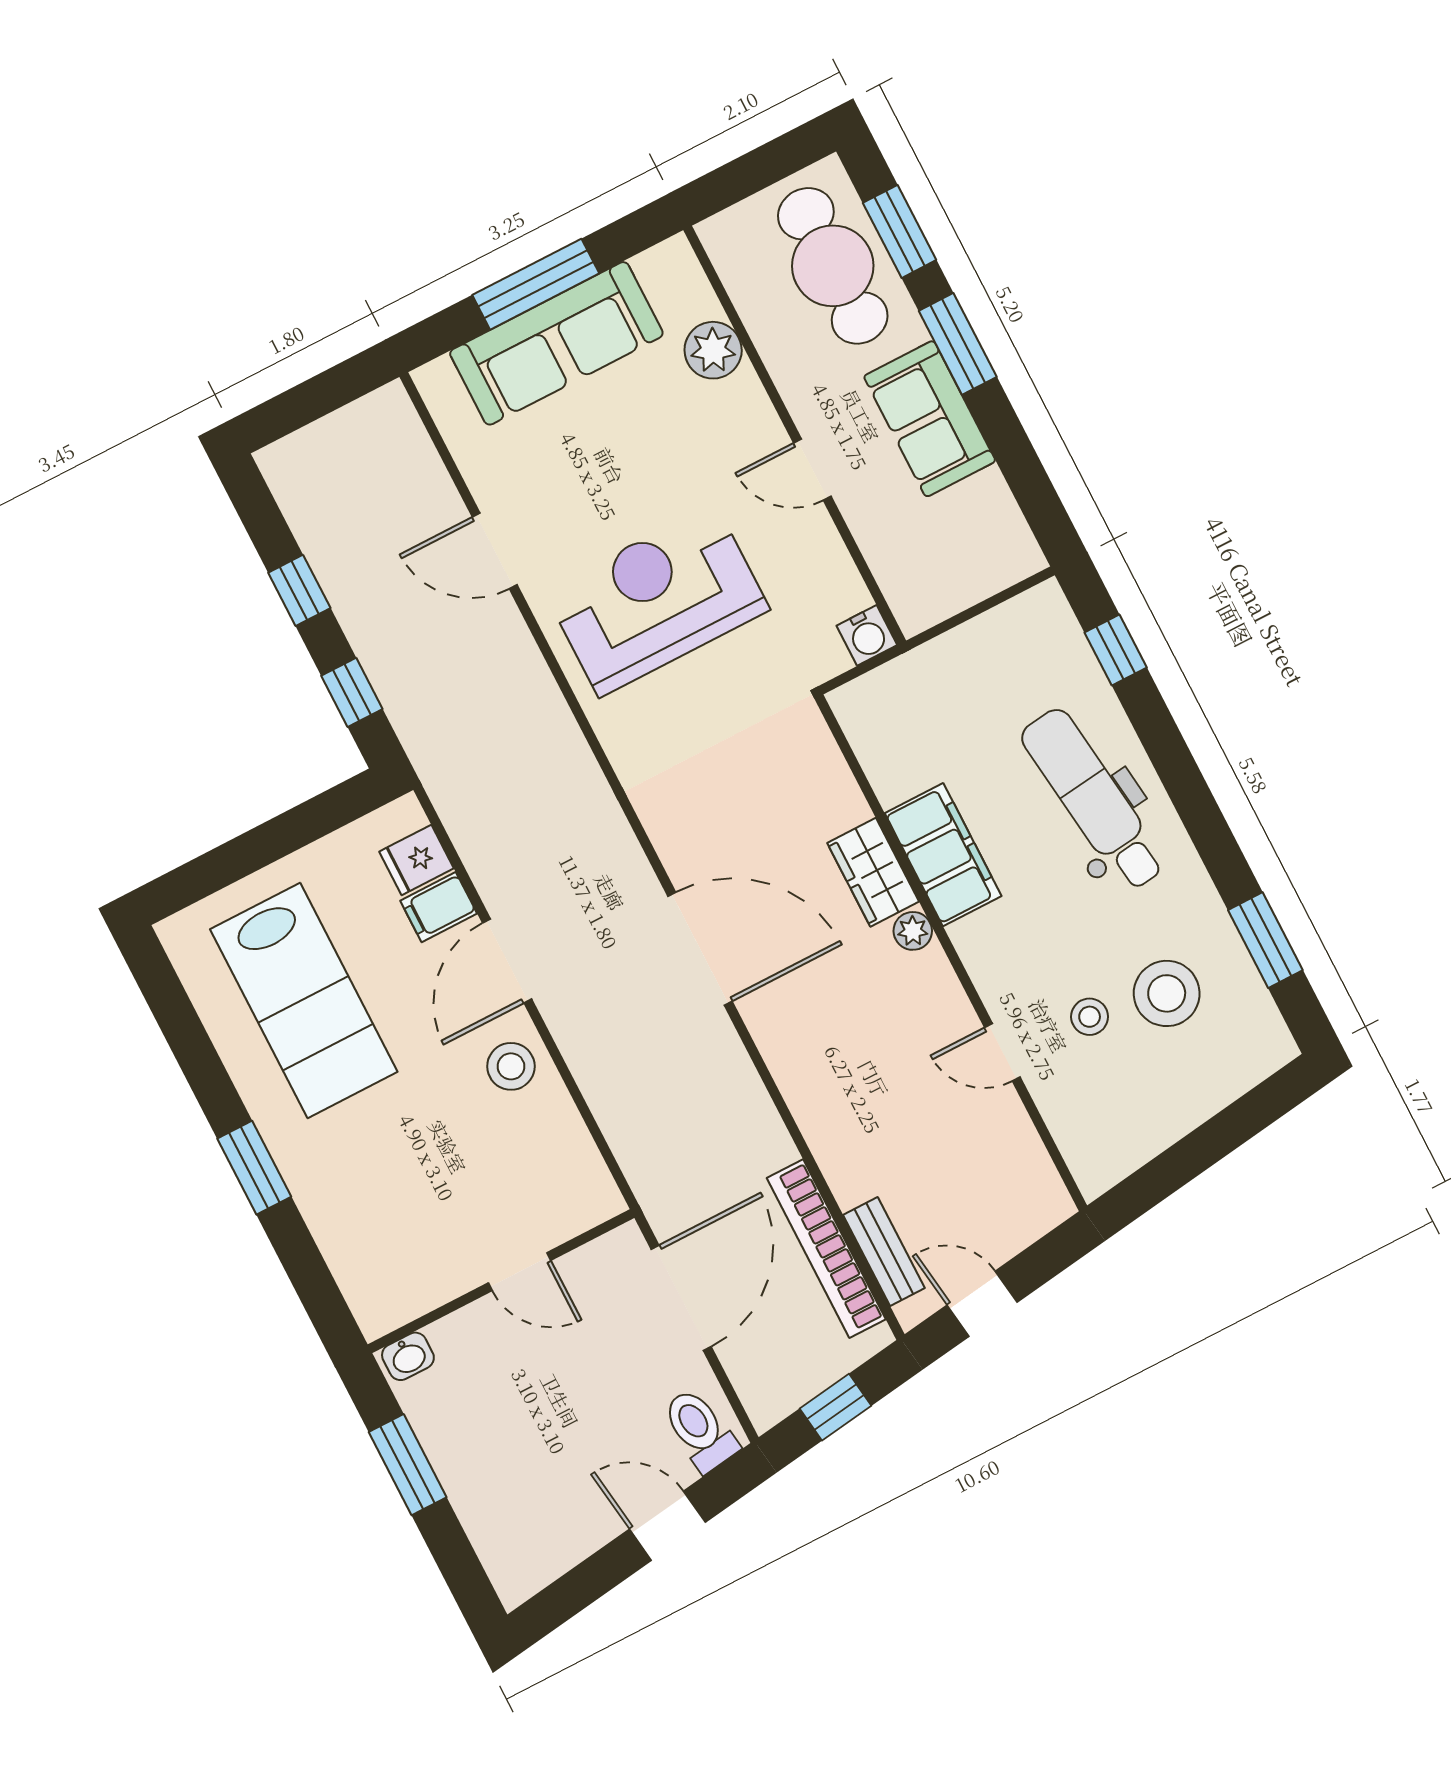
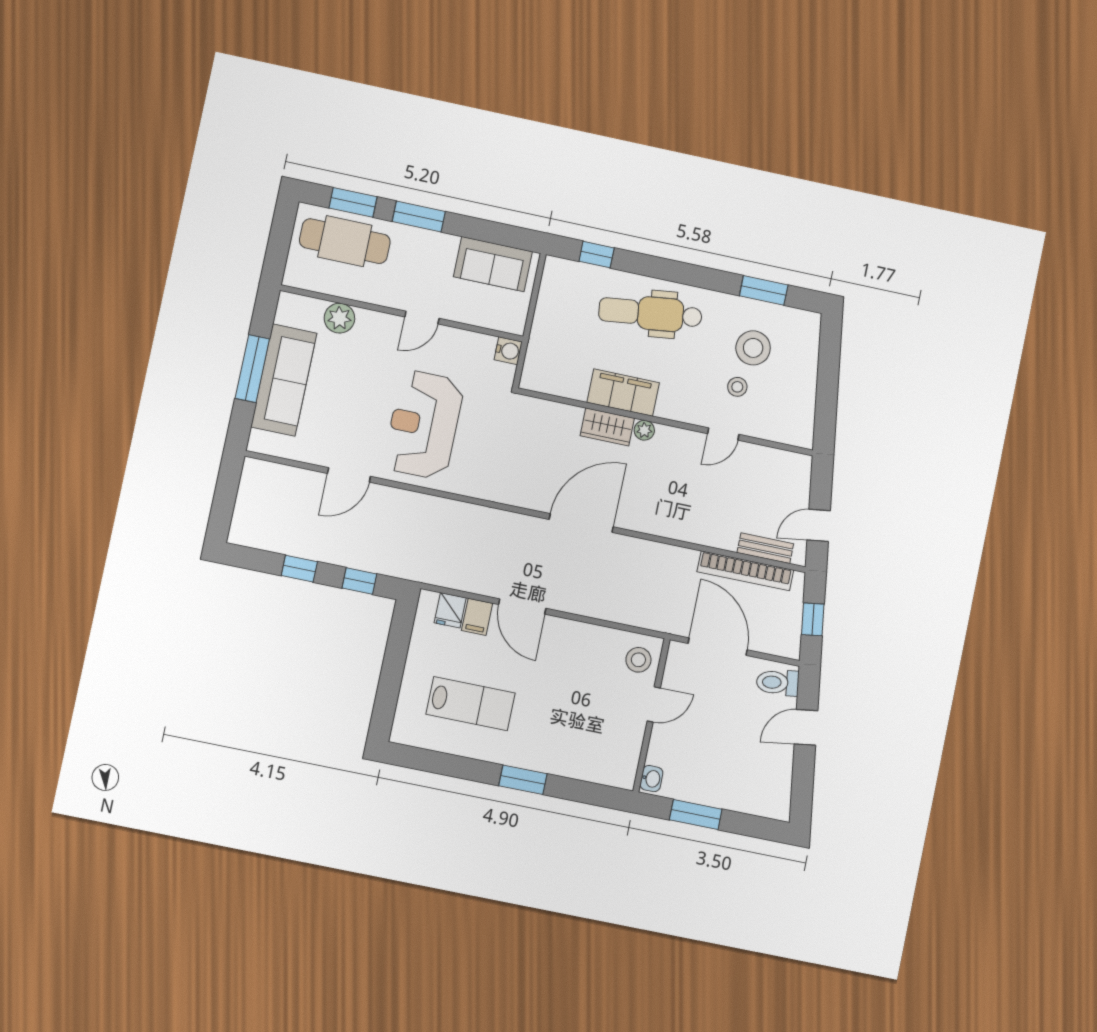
sofa: (930, 419) -> (493, 264), moved
lab bench: (304, 1001) -> (471, 704), width x0.73, depth x0.72
stool: (511, 1066) -> (638, 660), moved

